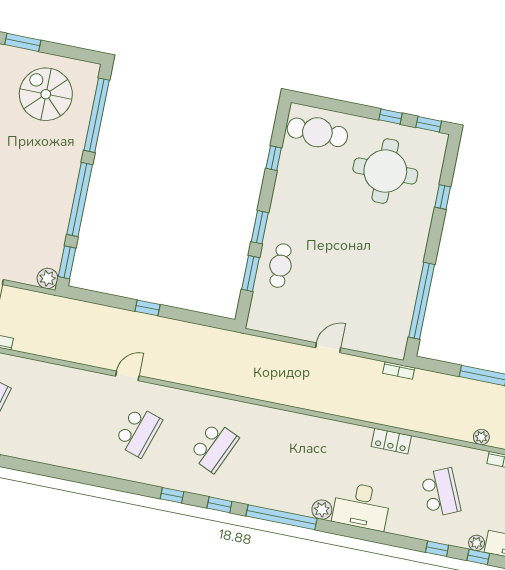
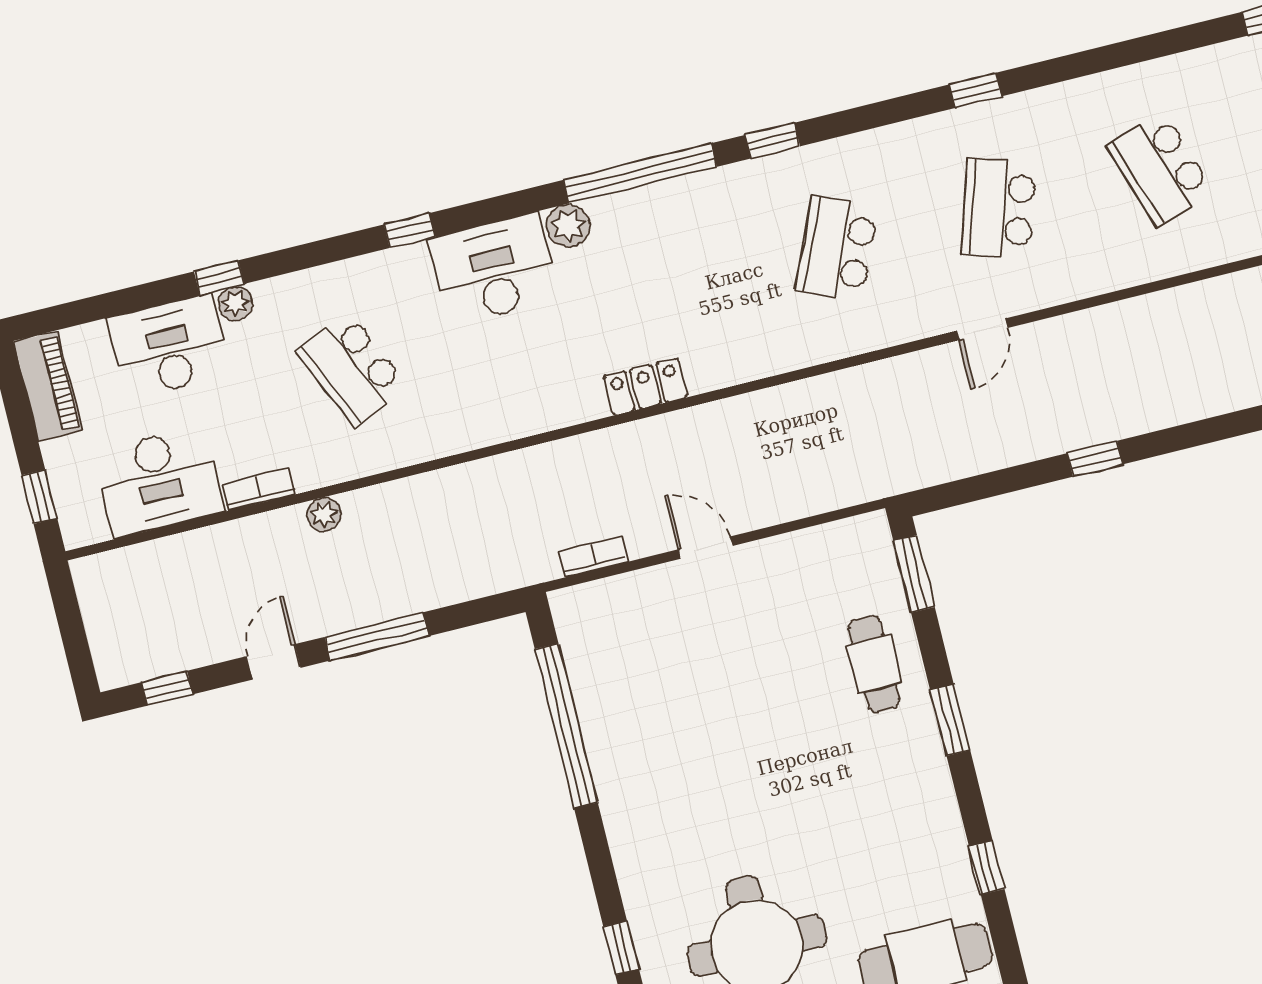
window: (250, 273) -> (914, 574), moved
door: (328, 348) -> (705, 548), swing flipped
bookcase: (399, 370) -> (594, 557), moved
door: (127, 376) -> (982, 329), moved
school desk: (63, 416) -> (1160, 169), added
locker: (391, 441) -> (645, 387), moved
window: (172, 495) -> (975, 90), moved
window: (437, 549) -> (410, 230), moved

